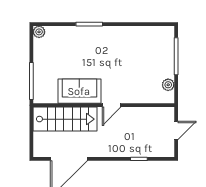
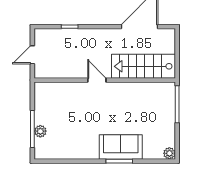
plant: (168, 85) -> (40, 131), moved
sofa: (79, 91) -> (121, 147), moved, turned 180
door: (112, 105) -> (97, 80), hinge flipped

